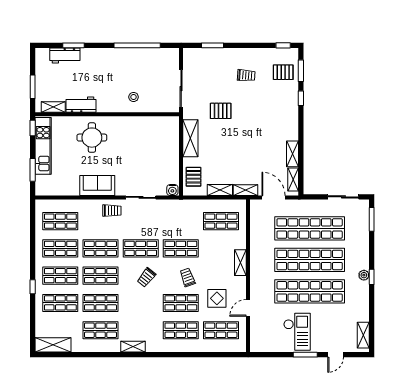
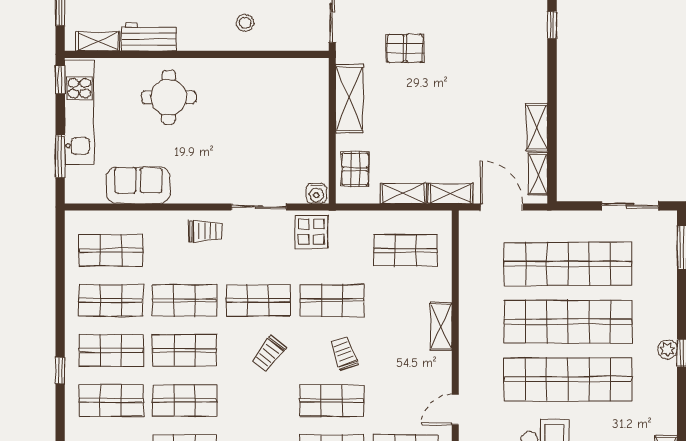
sofa: (97, 185) -> (138, 185), moved
display table: (217, 298) -> (311, 232), moved

